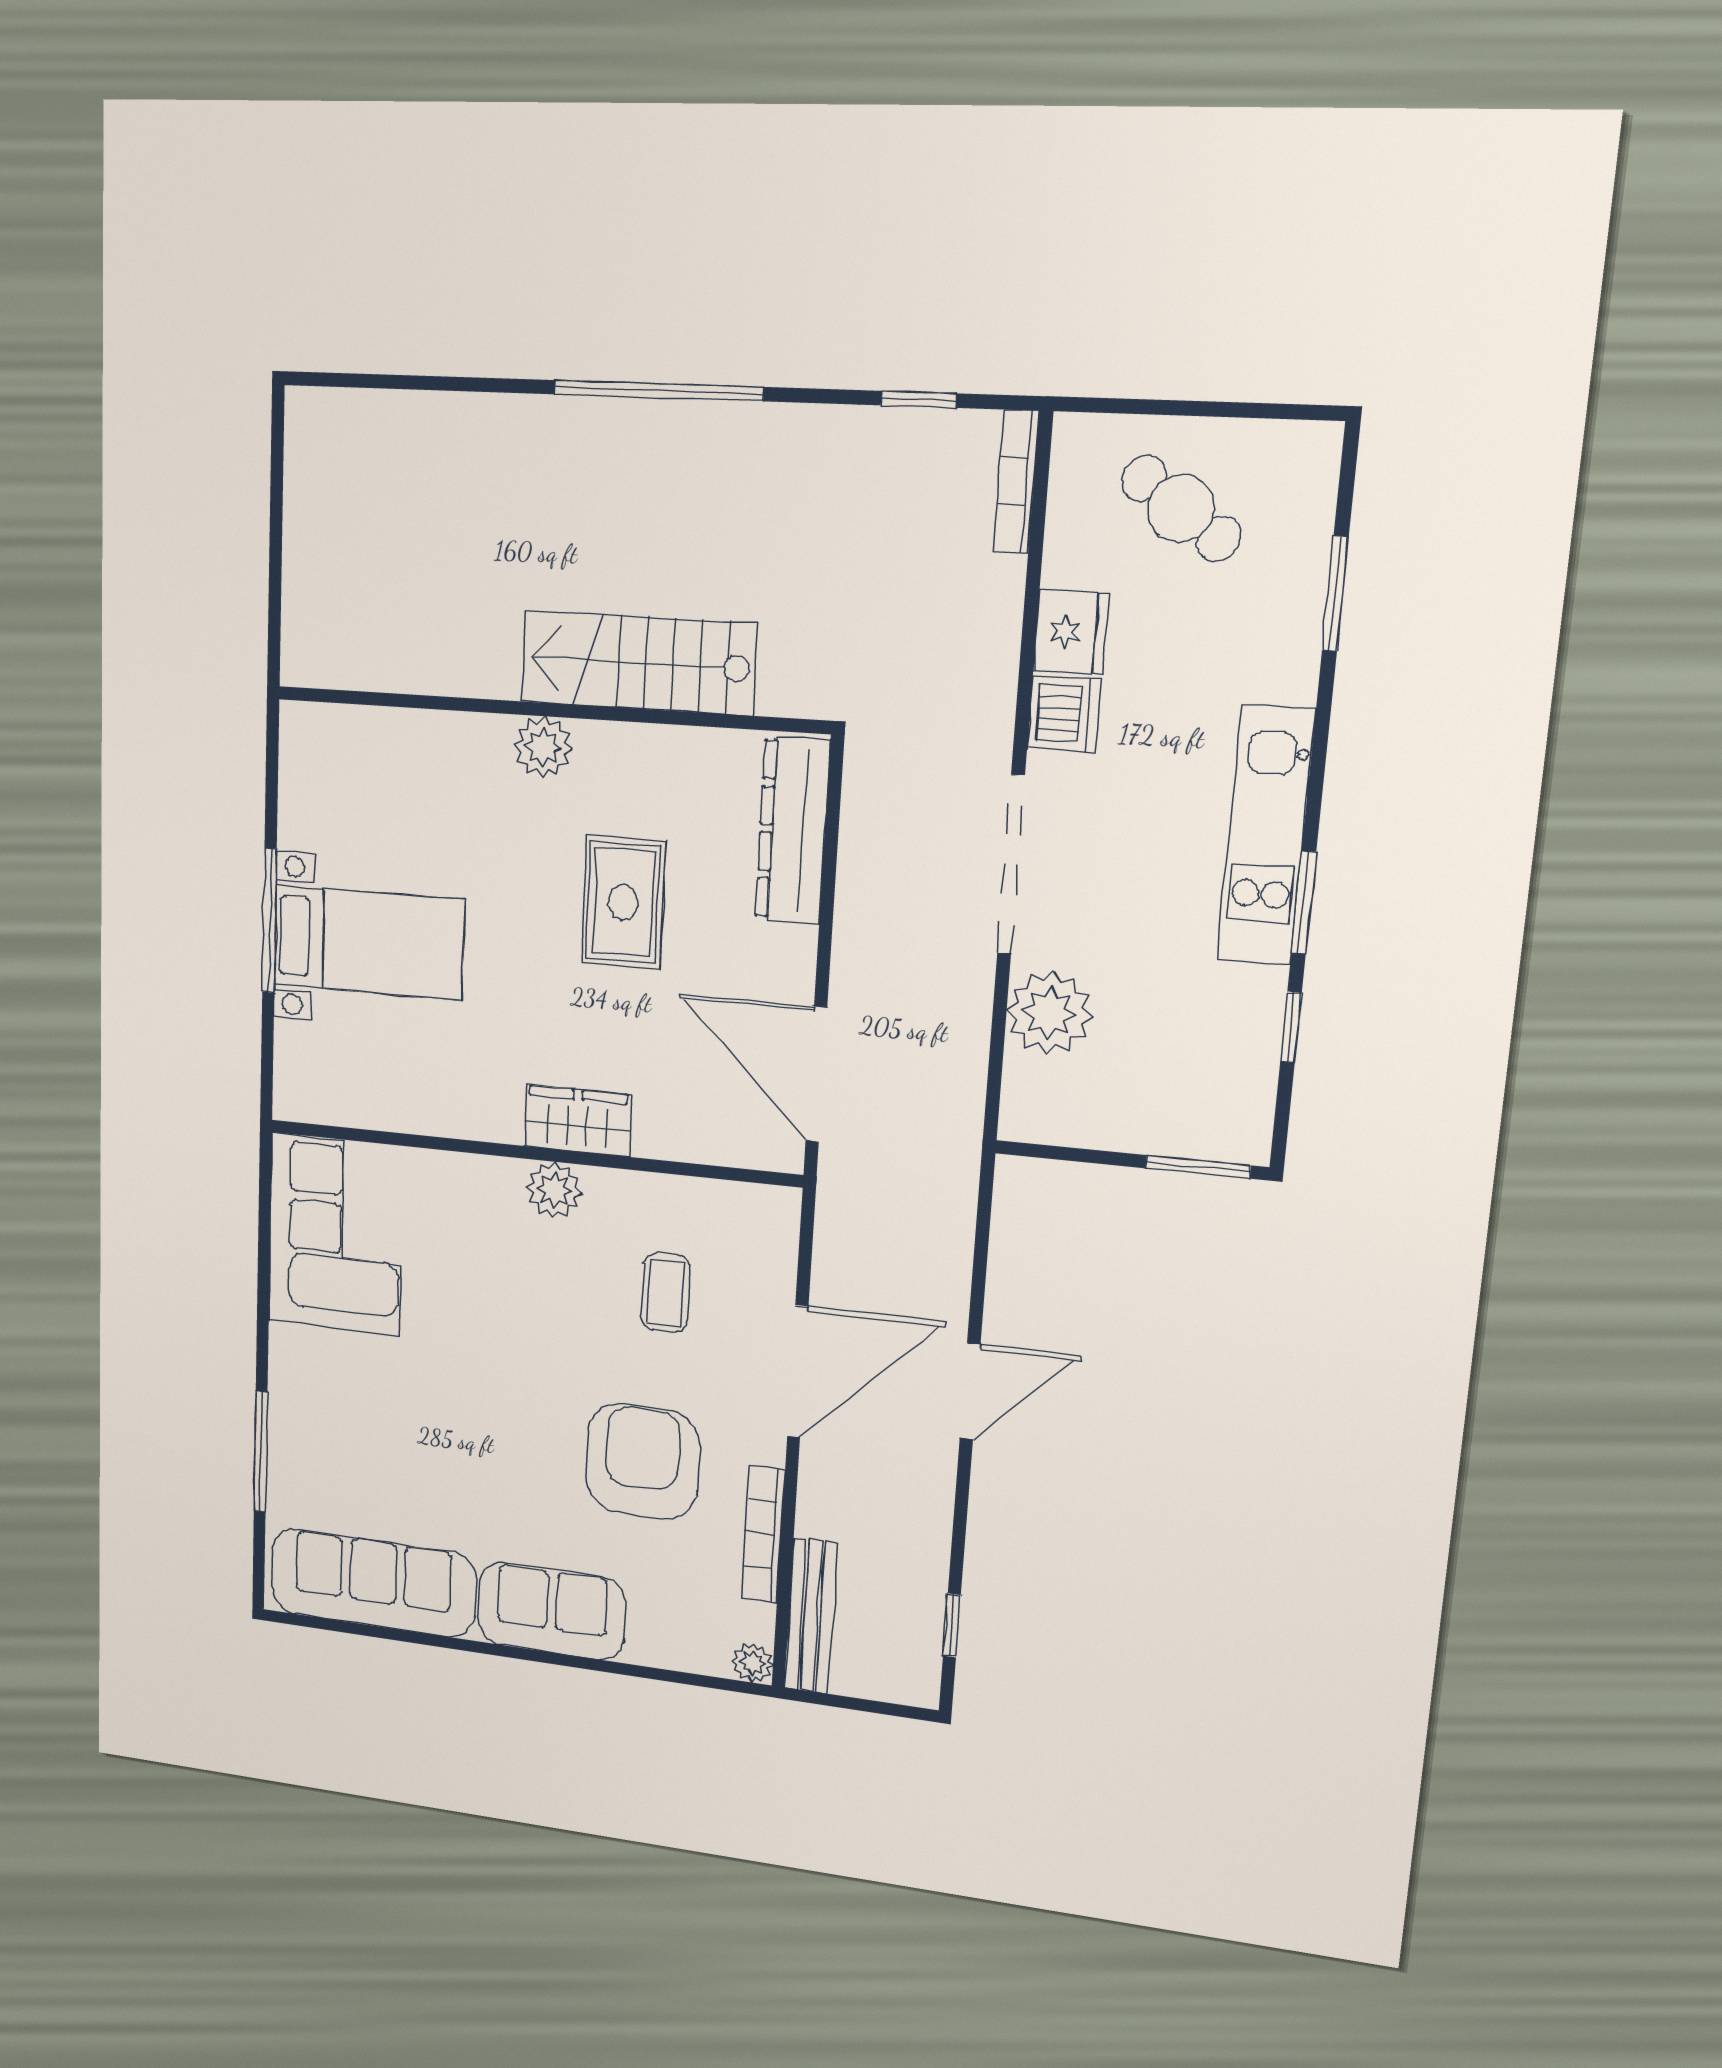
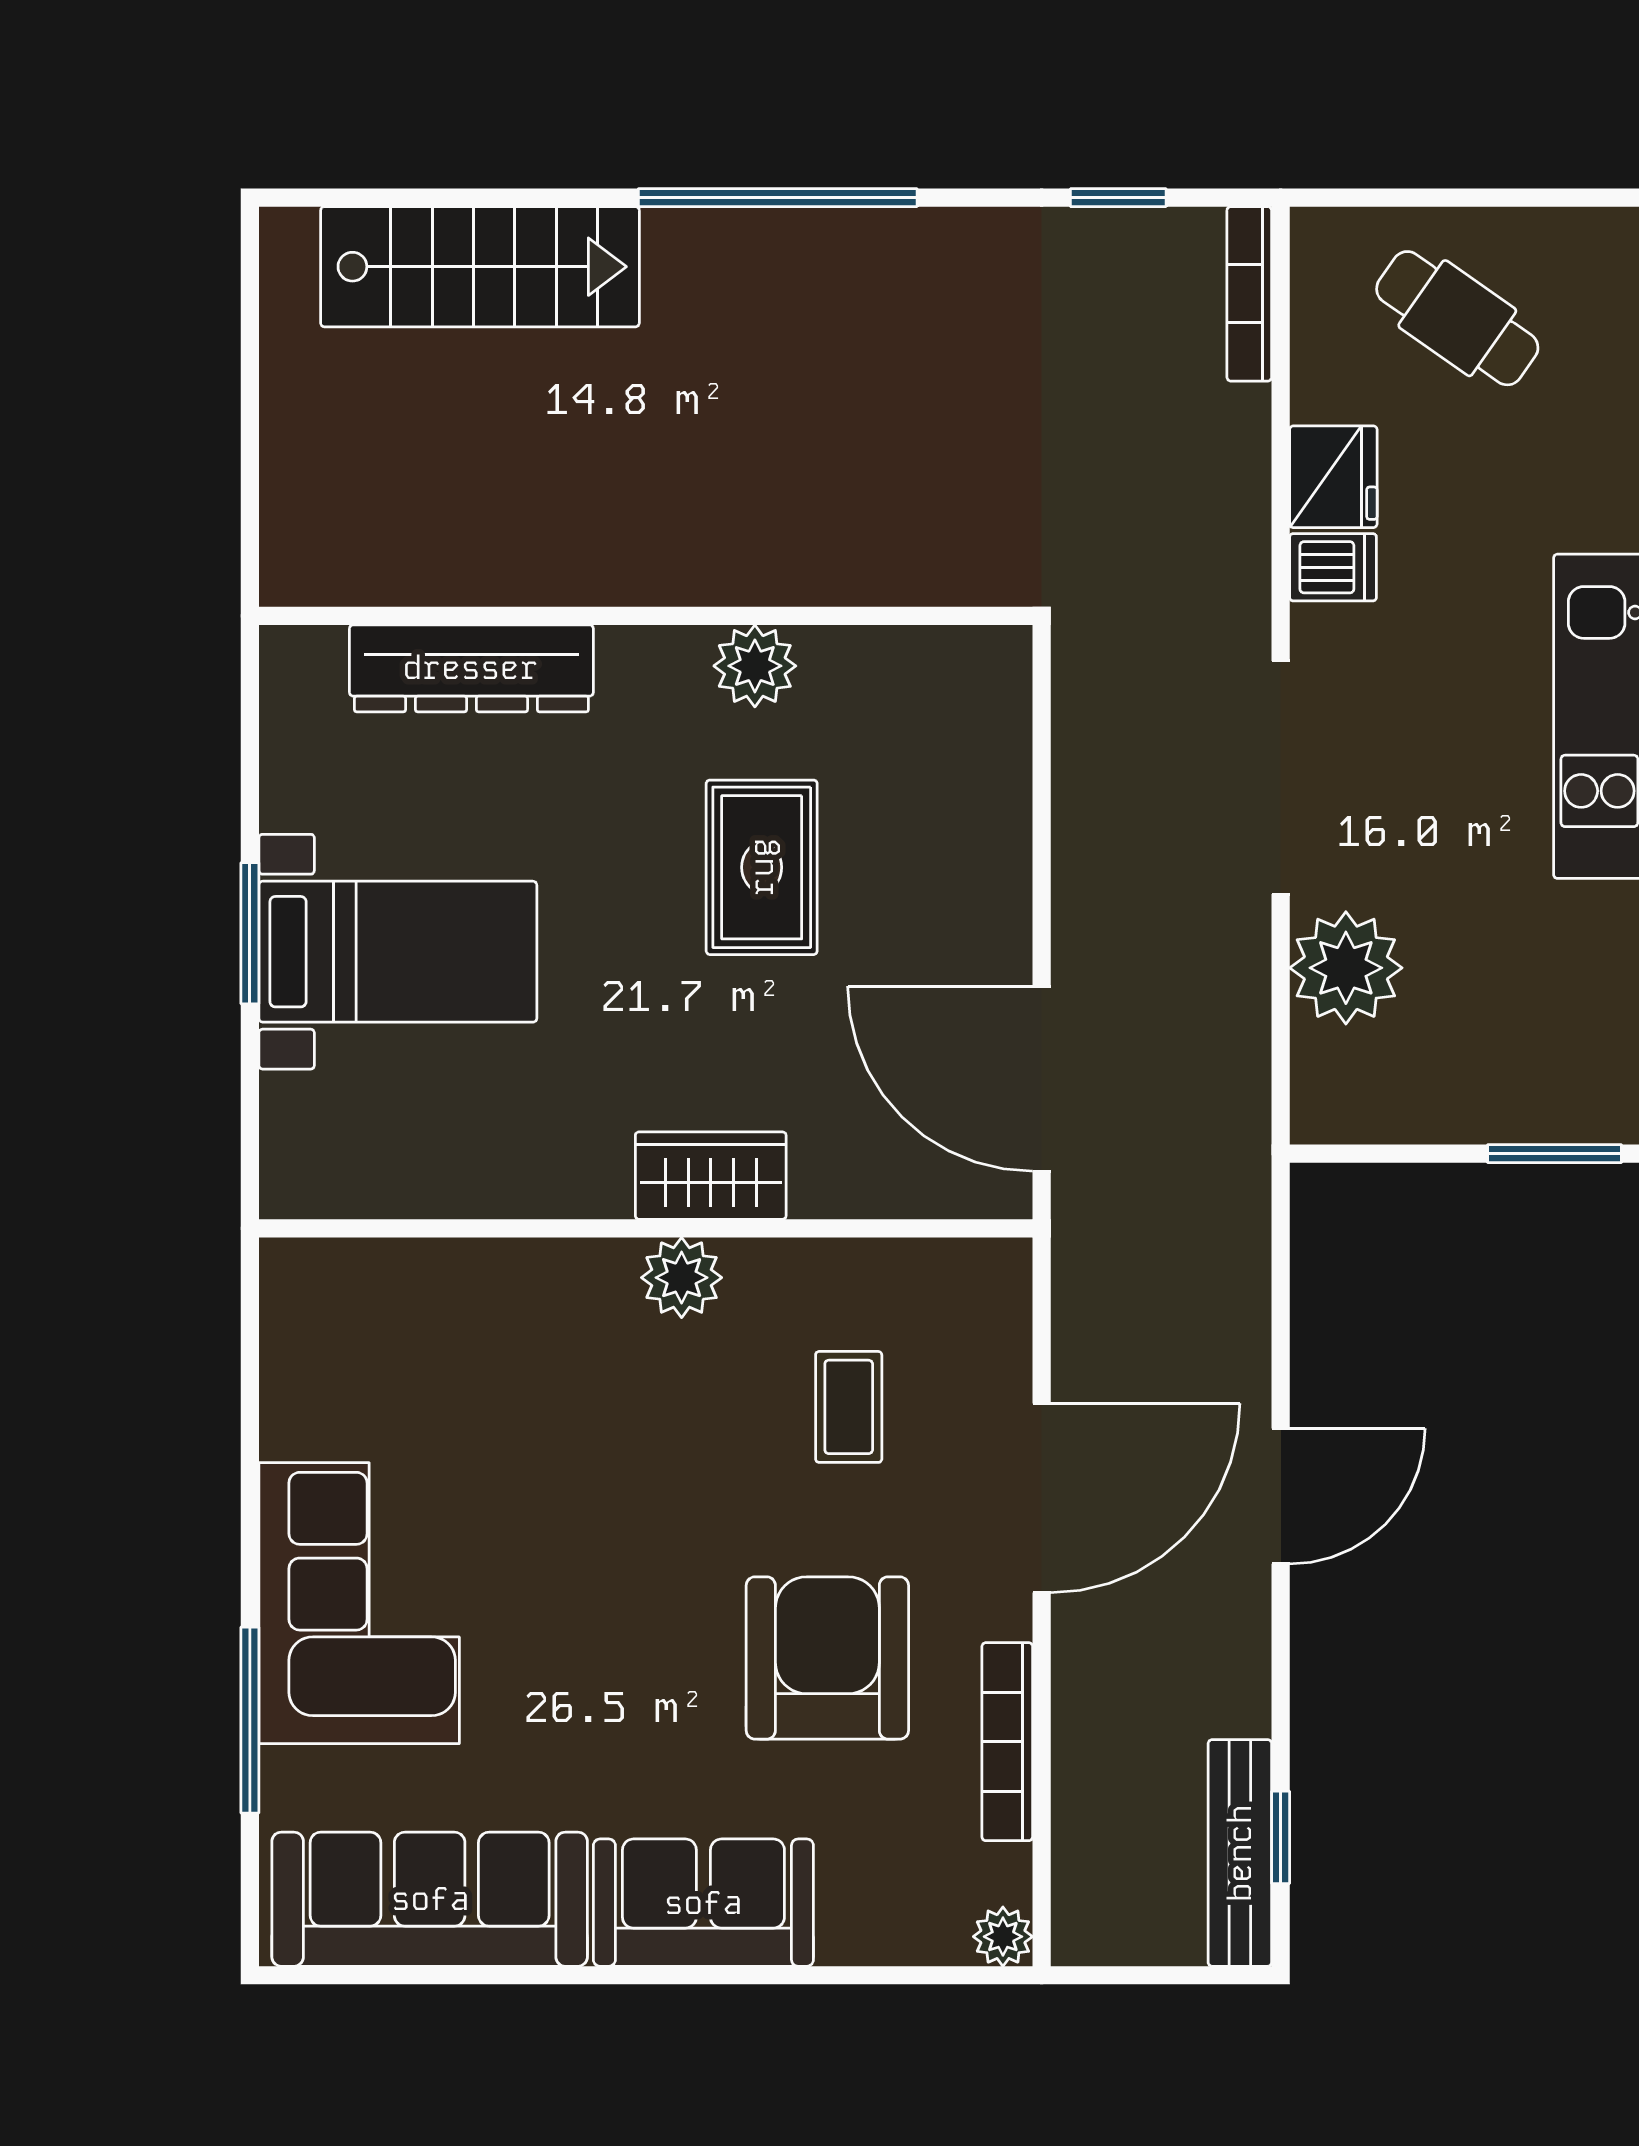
stairs: (638, 663) -> (480, 267), moved, turned 180
dishwasher: (1064, 714) -> (1333, 567), width x0.73
plant: (543, 747) -> (755, 666), moved
dresser: (793, 830) -> (471, 668), moved, turned -90
window: (269, 921) -> (250, 933), width x0.69
corner sofa: (336, 1235) -> (359, 1603), moved
bench: (811, 1616) -> (1240, 1853), moved

